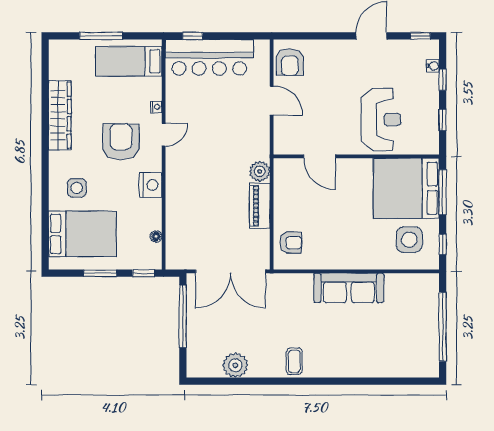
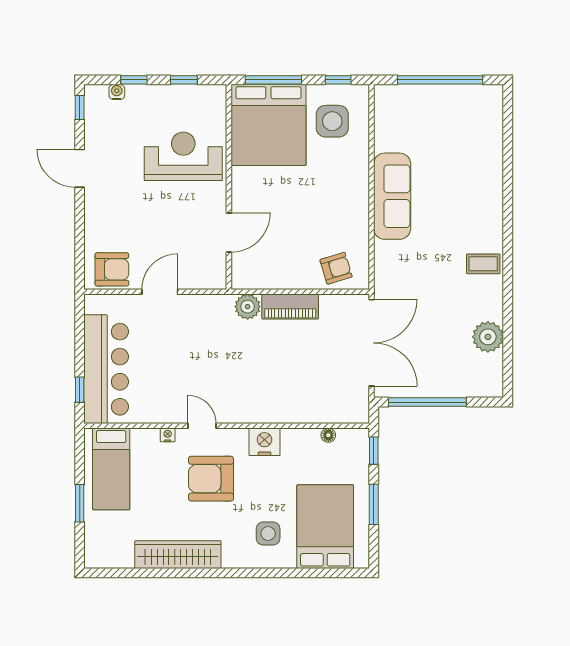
window: (101, 36) -> (80, 503), width x0.69
armchair: (291, 243) -> (336, 268), turned 73

